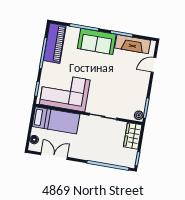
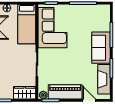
piano: (55, 43) -> (65, 92), moved, turned 180

